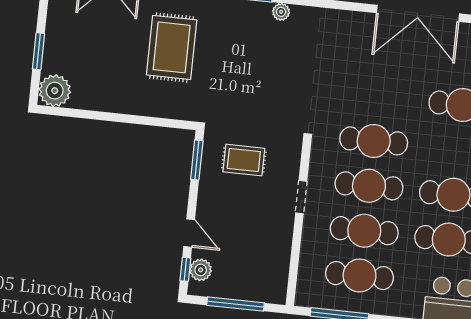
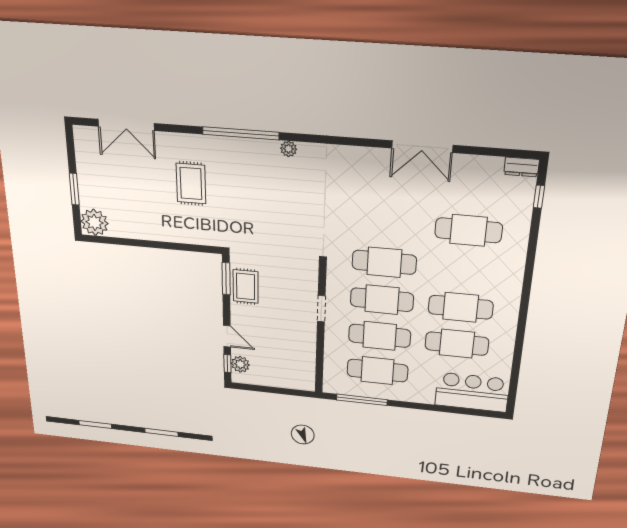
double door: (418, 13) -> (422, 147), width x0.73
rug: (172, 47) -> (191, 183), width x0.73, depth x0.70
rug: (244, 160) -> (246, 286), moved, turned 90
window: (236, 304) -> (273, 390), removed

